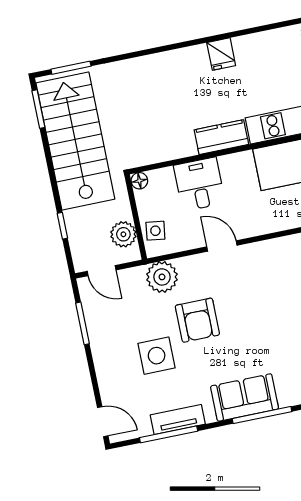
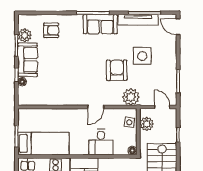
door: (222, 246) -> (96, 107), hinge flipped
tv unit: (178, 419) -> (138, 20), width x1.41

